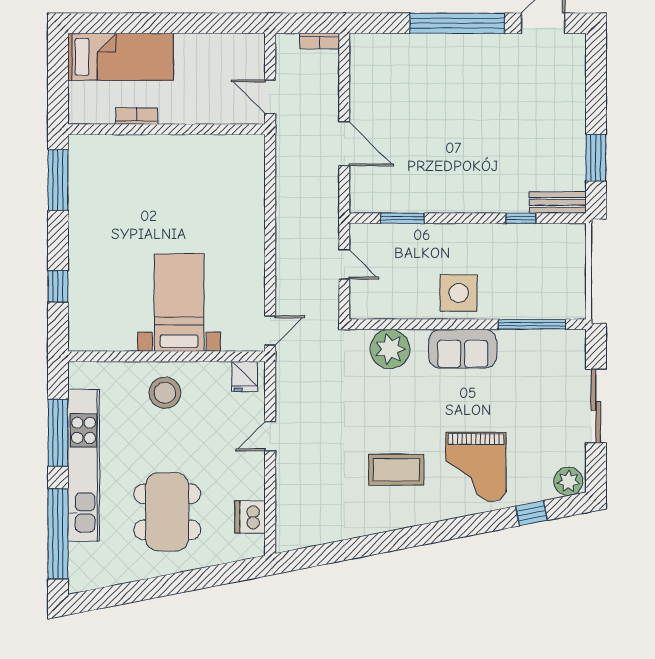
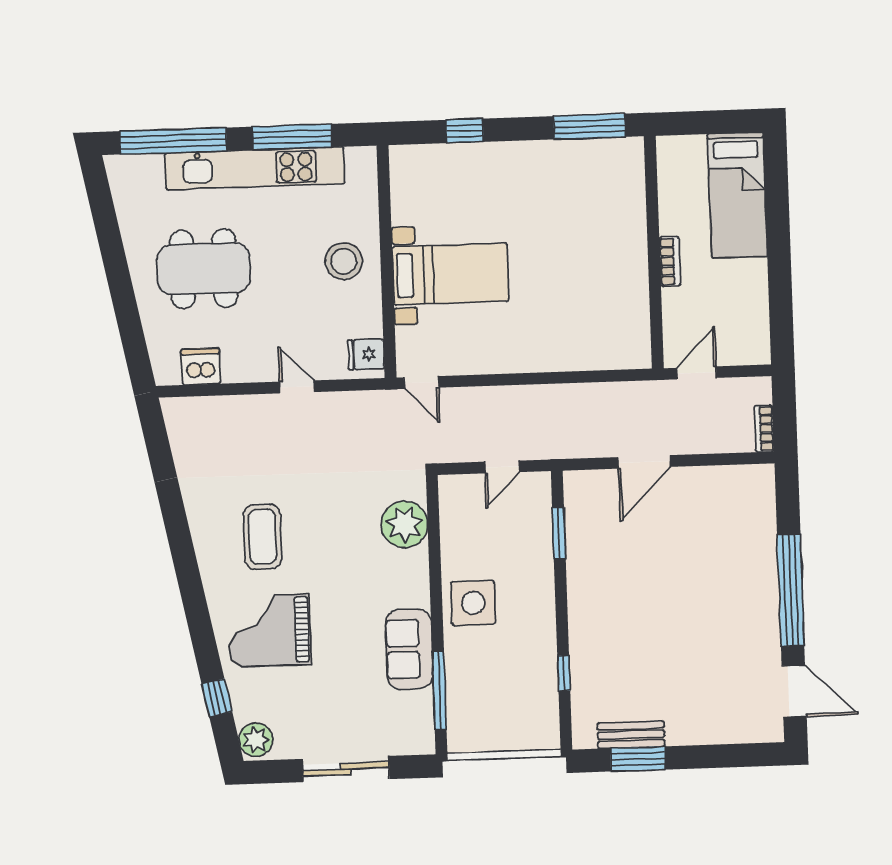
bookcase: (137, 116) -> (670, 261), moved
bench: (558, 202) -> (631, 735), moved, turned 90
sofa: (463, 349) -> (409, 649), moved

